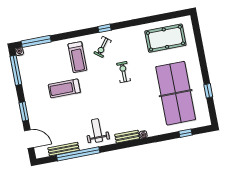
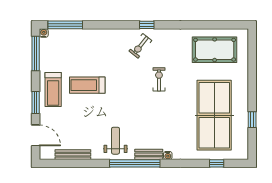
treadmill: (77, 57) -> (53, 89), moved
window: (78, 154) -> (135, 163), moved

